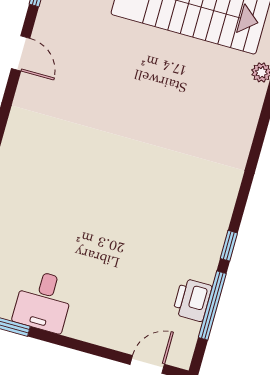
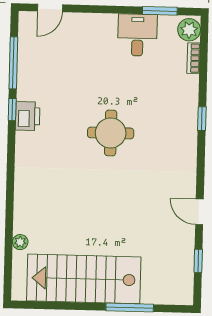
round table: (110, 184) -> (111, 133), added
printer: (192, 300) -> (28, 116), moved

